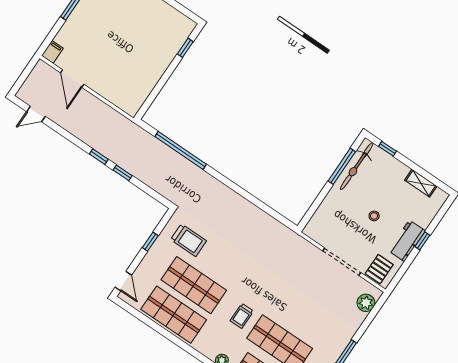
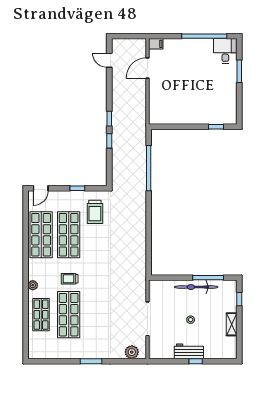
bicycle: (357, 166) -> (196, 287), moved
shelving: (421, 183) -> (232, 324), moved
pallet: (379, 269) -> (159, 346), removed

